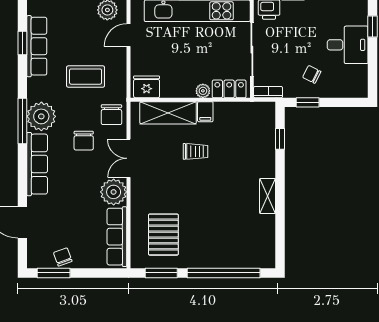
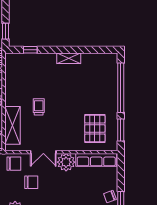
filing cabinet: (205, 112) -> (12, 100), removed
pallet: (163, 235) -> (95, 128), turned 90

